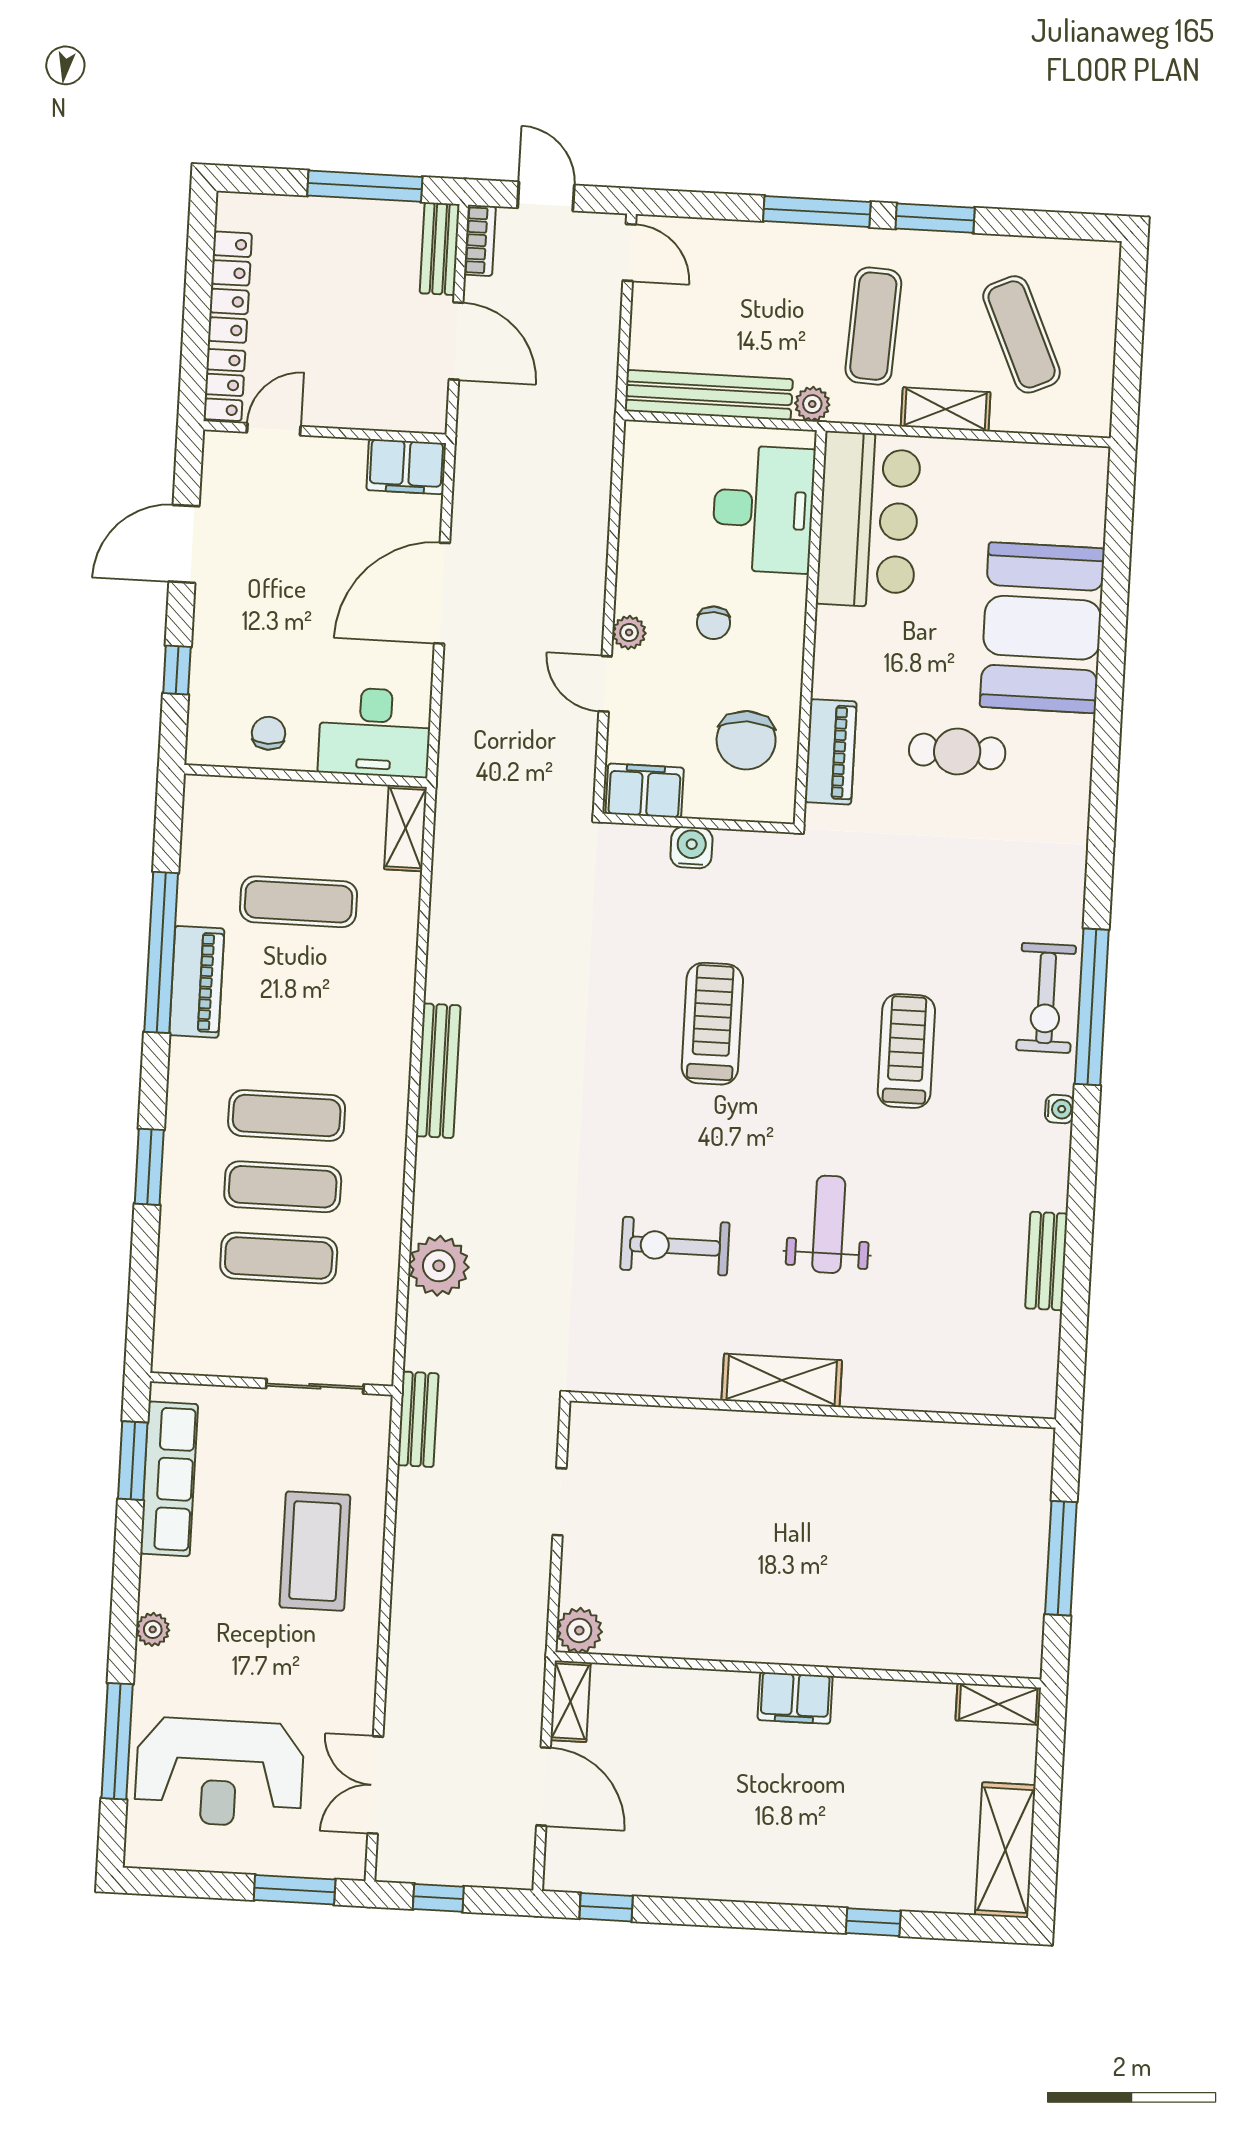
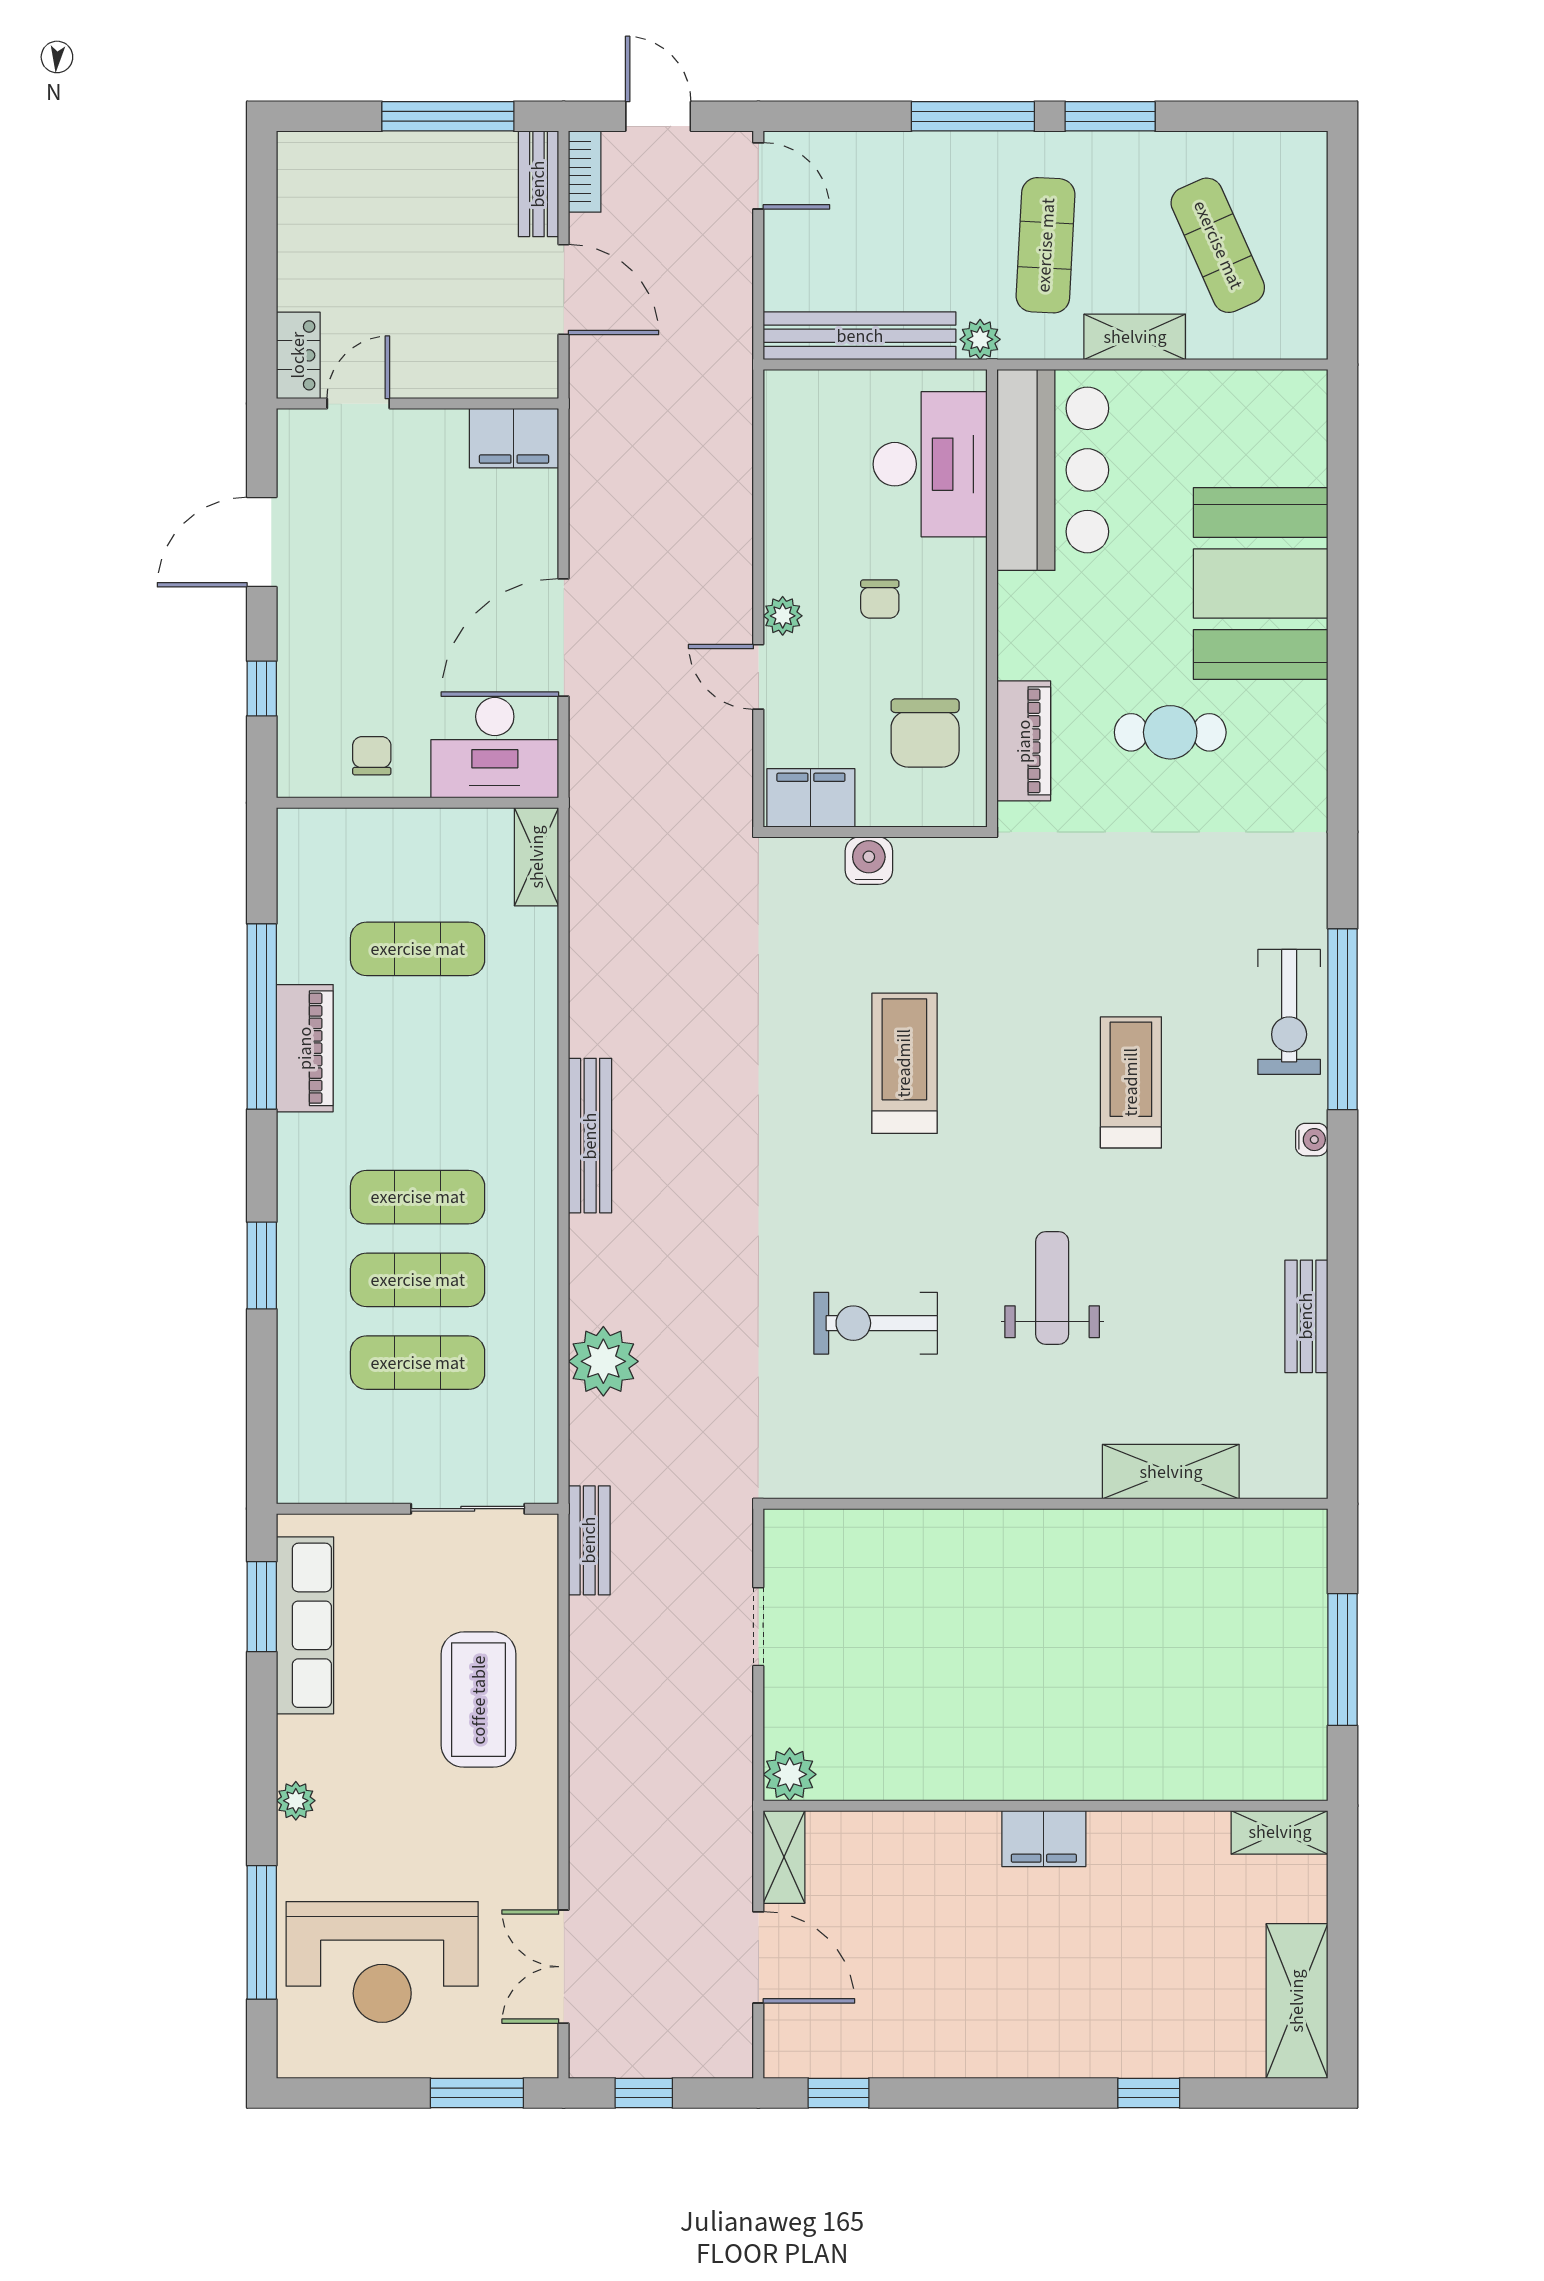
locker: (230, 287) -> (298, 242), removed
door: (442, 593) -> (564, 637), moved
shelving: (782, 1380) -> (1171, 1472), moved

